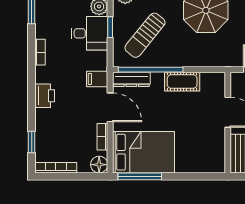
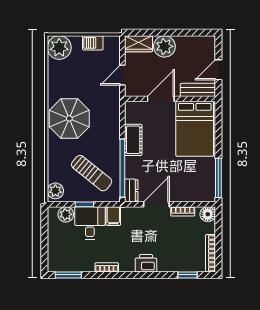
filing cabinet: (97, 79) -> (113, 216), moved
dresser: (131, 79) -> (131, 190), width x0.70
bed: (144, 152) -> (195, 129), moved, turned 180

